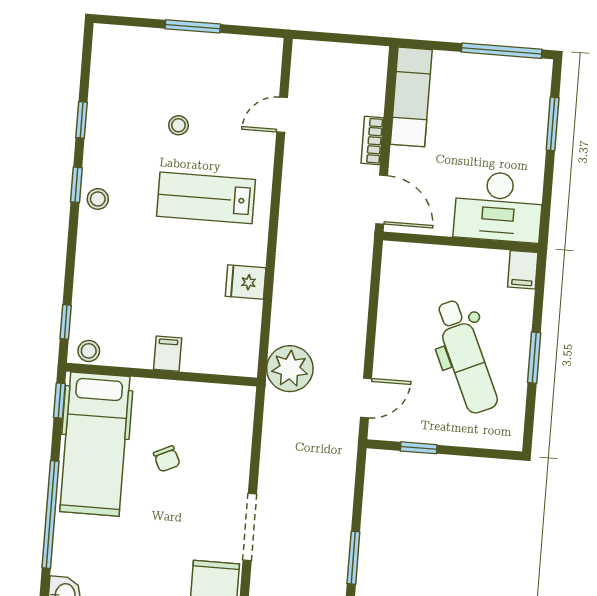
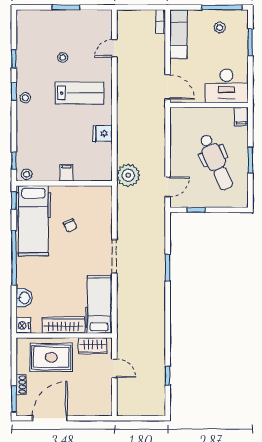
stool: (494, 90) -> (220, 28), added
bookcase: (372, 141) -> (161, 22), moved
lab bench: (206, 198) -> (79, 93), turned 180

